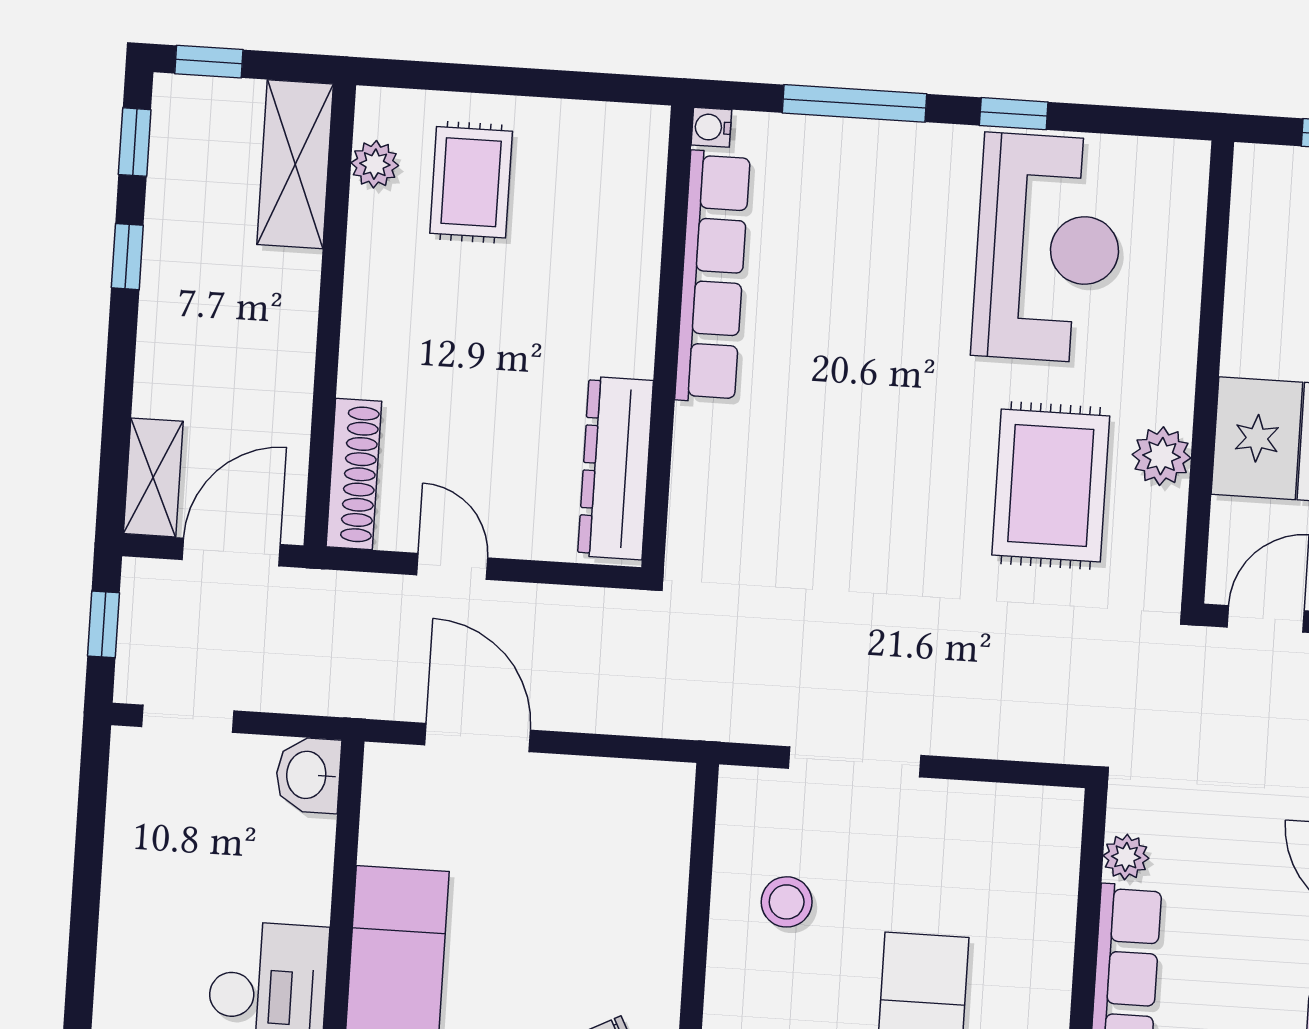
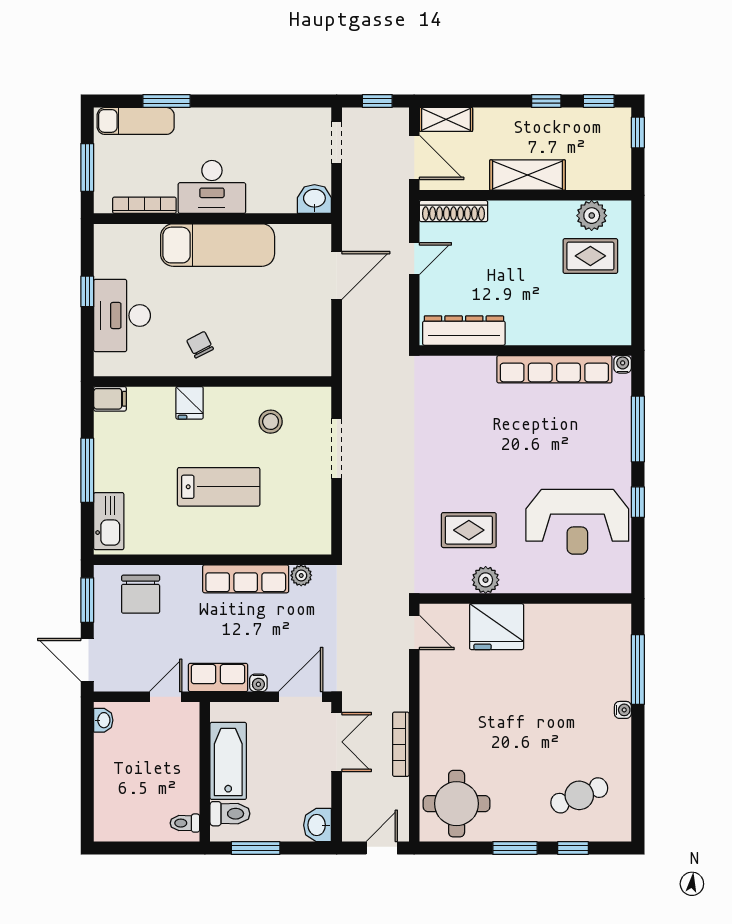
shelving: (295, 164) -> (527, 175), moved
plant: (375, 164) -> (592, 216), width x1.38, depth x1.38
rug: (1051, 486) -> (469, 530), width x0.73, depth x0.70

